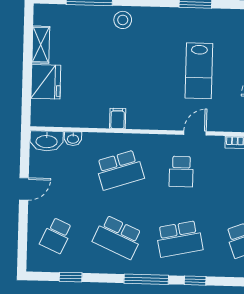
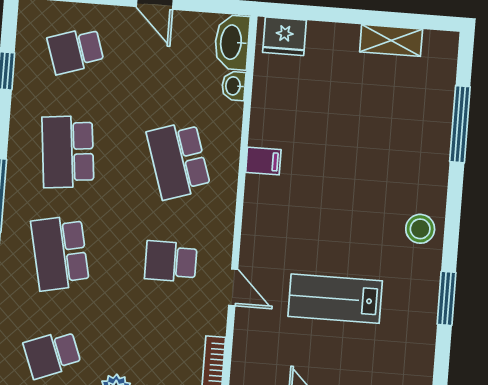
stool: (123, 20) -> (420, 229), moved
fridge: (46, 82) -> (285, 36), moved, width x0.73, depth x0.75
school desk: (56, 235) -> (76, 51), turned -42
school desk: (118, 237) -> (68, 152), turned -30

